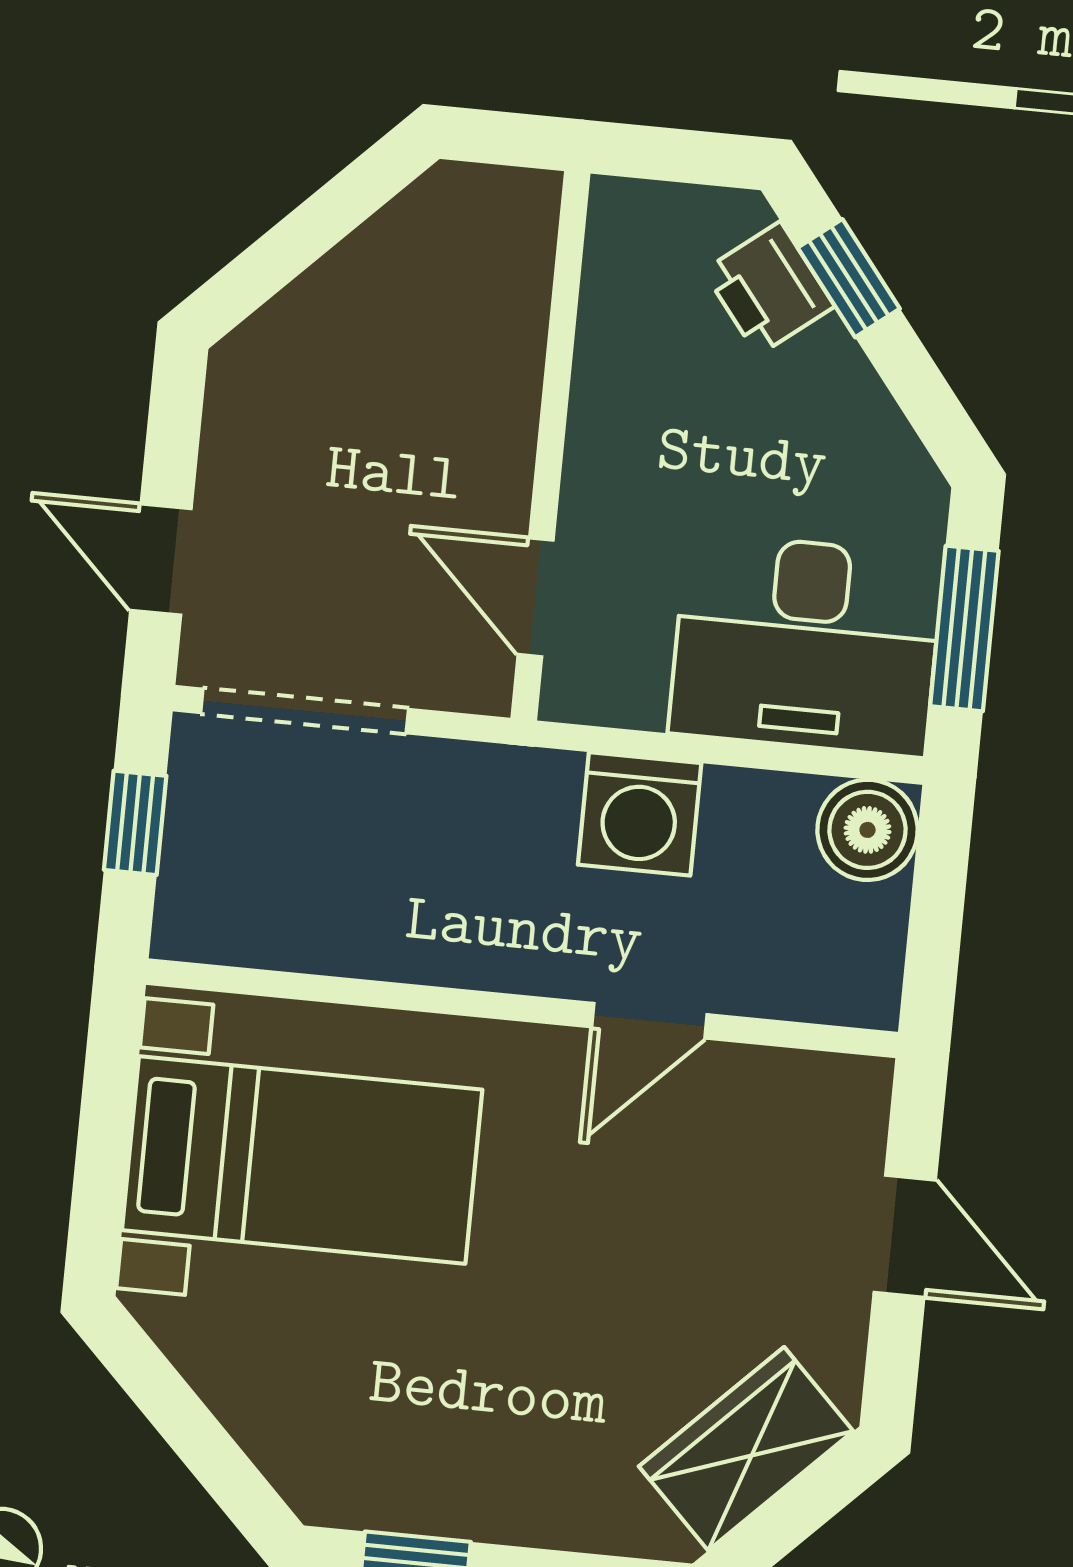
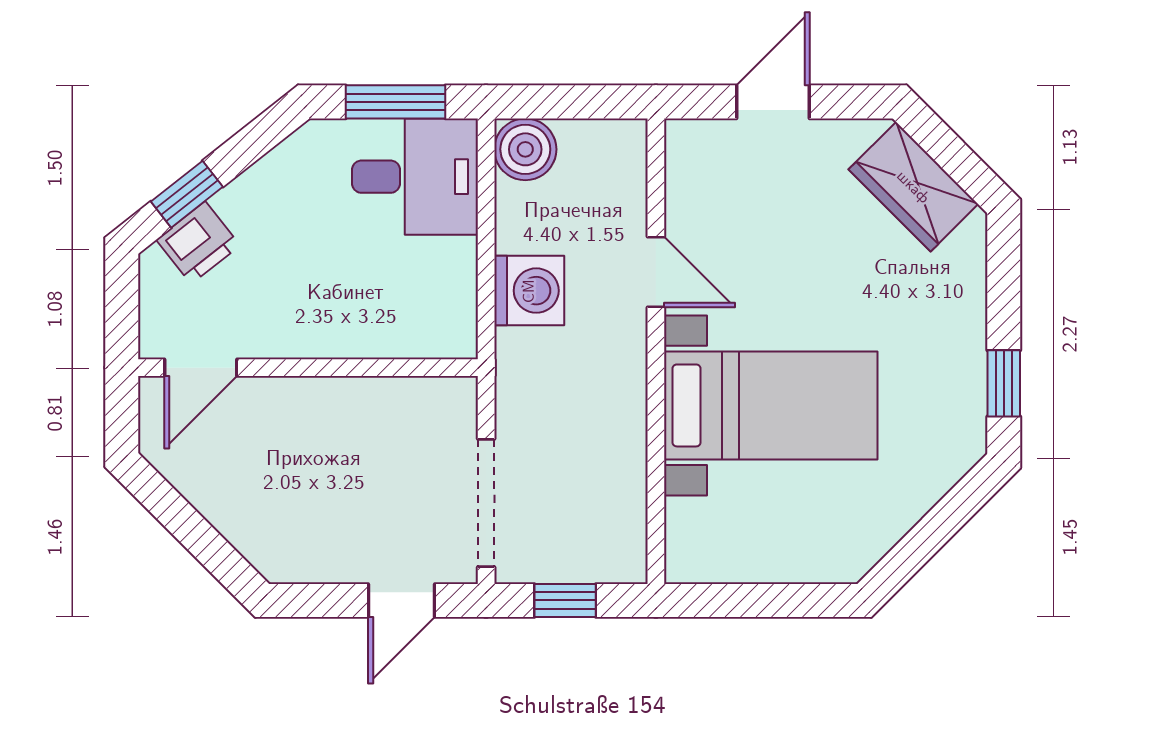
door: (536, 597) -> (201, 368), moved
desk: (806, 645) -> (415, 177), width x0.73
bed with nightstands: (302, 1160) -> (771, 405), moved, turned 90

